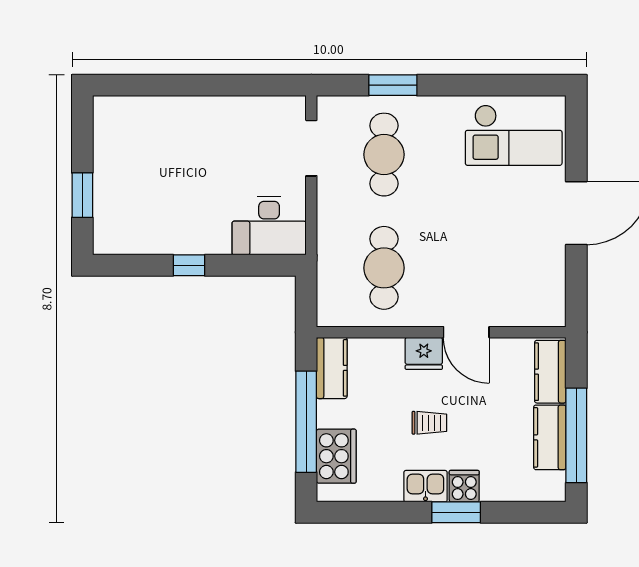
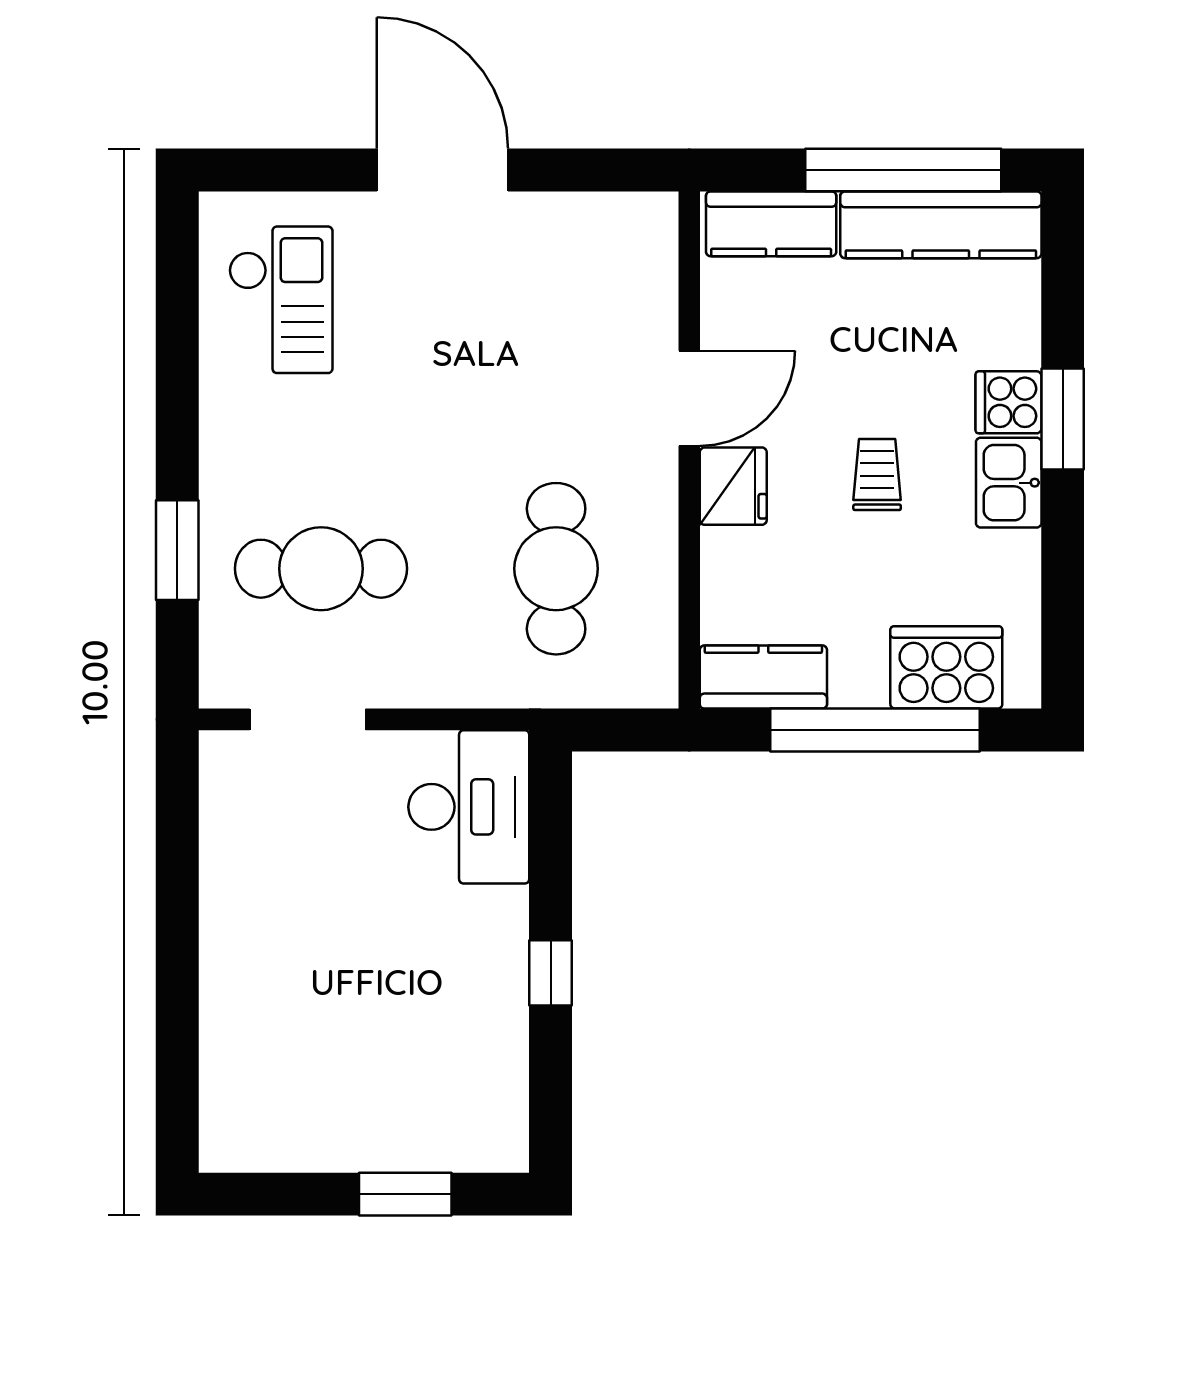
checkout: (514, 135) -> (281, 300), width x0.73, depth x0.83
cafe table: (384, 268) -> (556, 569), turned 90
kitchen counter: (550, 437) -> (941, 225), width x1.50

